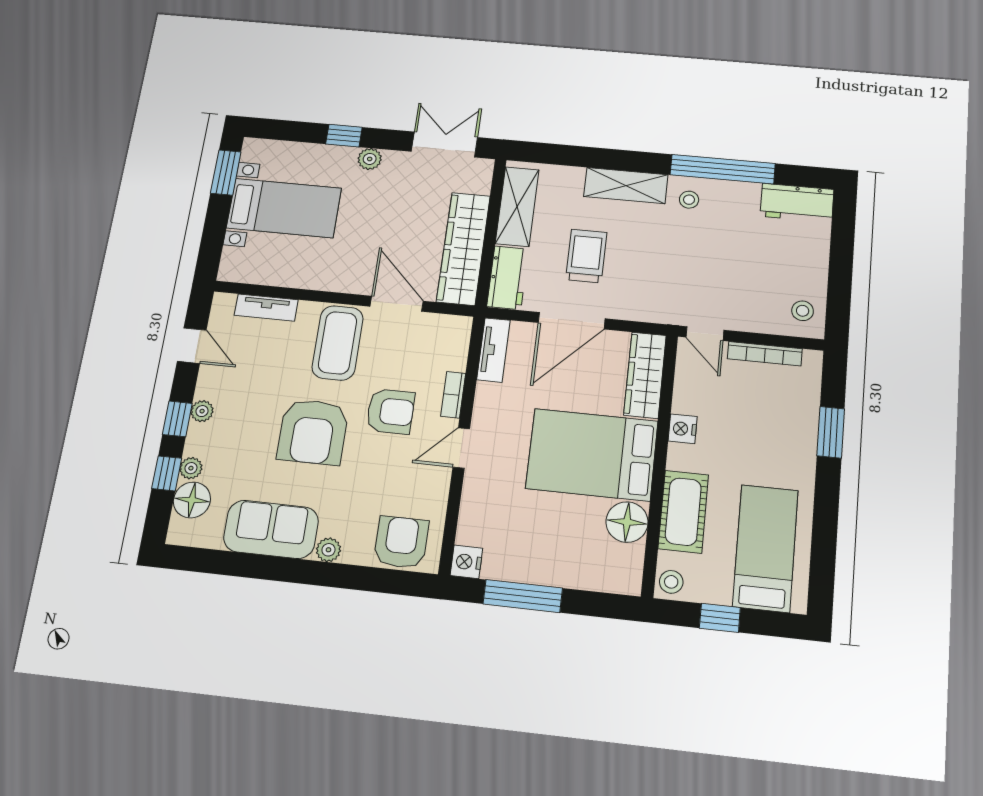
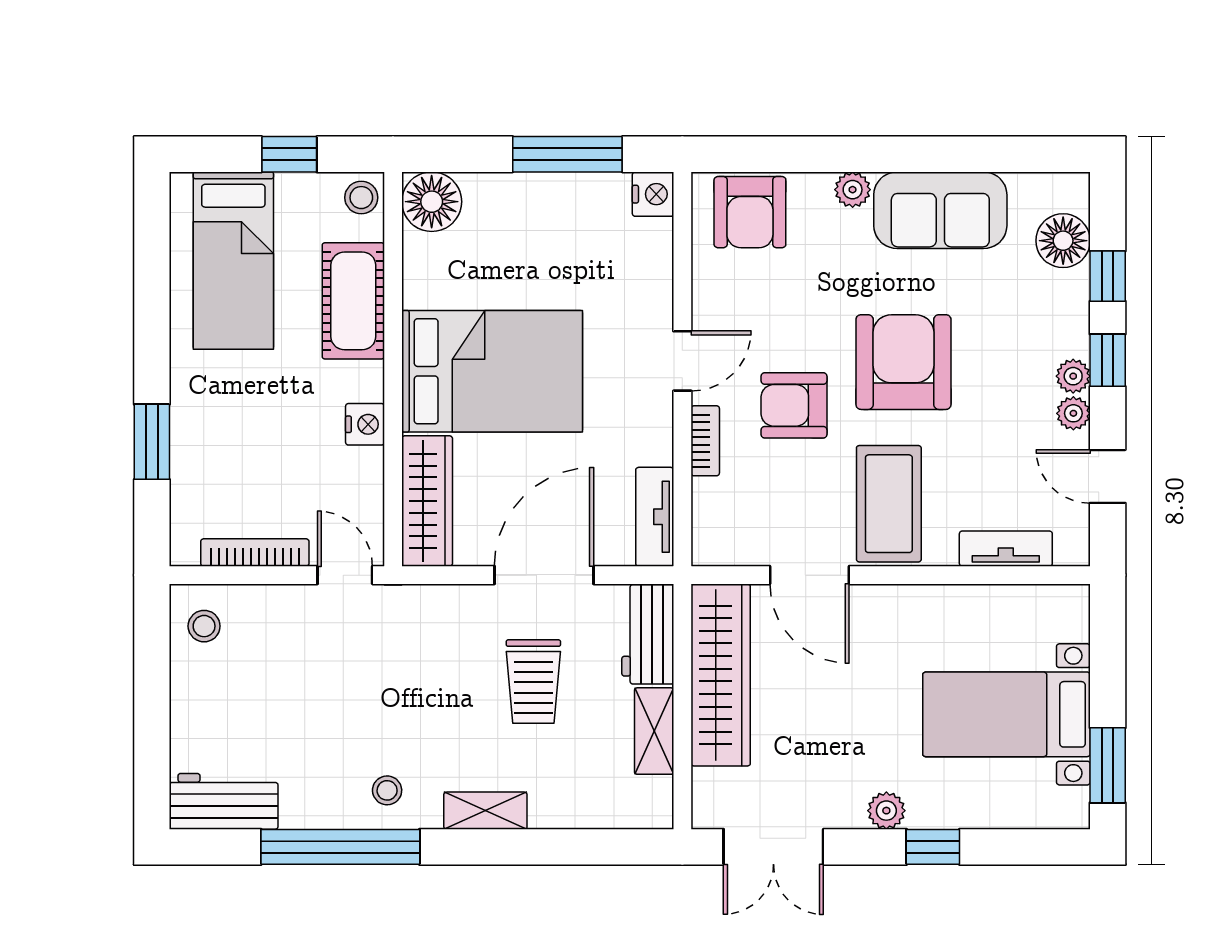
shelving: (626, 186) -> (485, 811), width x0.67, depth x0.75
shelving: (517, 207) -> (654, 731), width x0.67, depth x0.75
plant: (191, 468) -> (1073, 413), moved
floor lamp: (627, 522) -> (432, 202), moved

